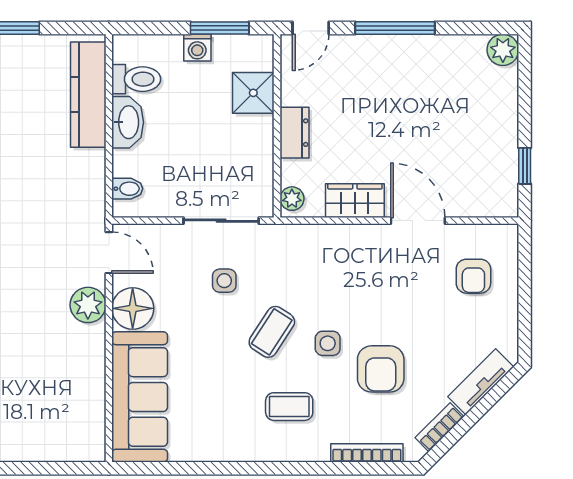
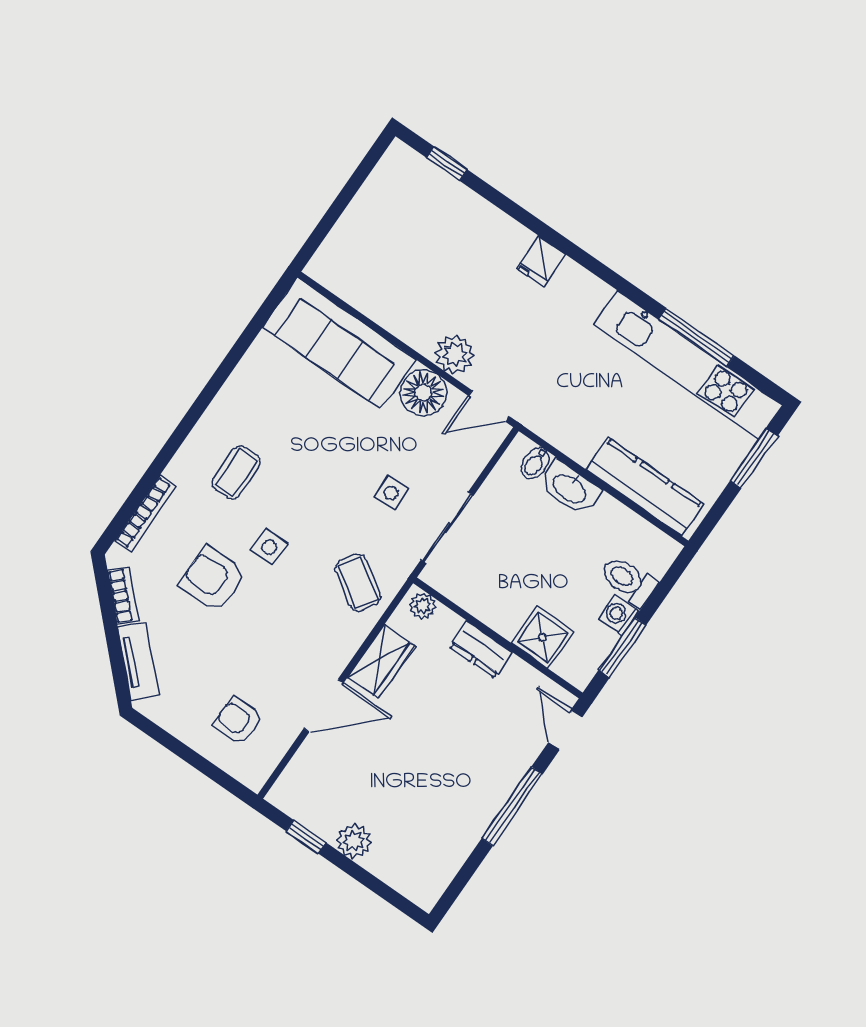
plant: (503, 50) -> (354, 841), moved
toilet: (136, 79) -> (628, 580), moved, turned 90
washbasin: (128, 122) -> (570, 488), moved
coffee table: (272, 332) -> (358, 583), moved

